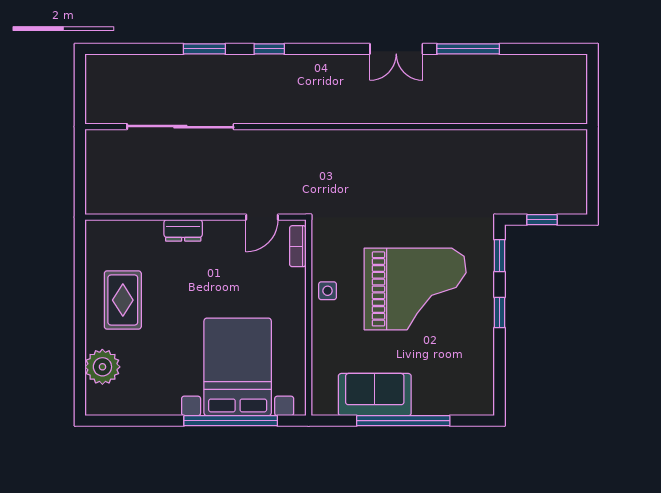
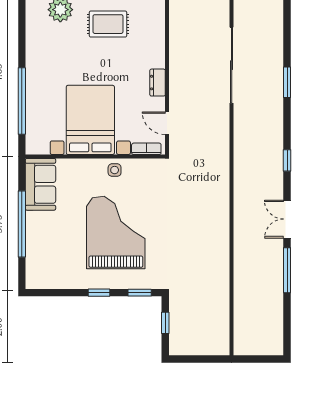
window: (269, 49) -> (287, 160), moved
dresser: (183, 230) -> (158, 83), moved
grand piano: (415, 289) -> (116, 233), turned 180
bed with nightstands: (238, 367) -> (90, 120), moved, turned -90
sofa: (375, 395) -> (41, 184), moved

